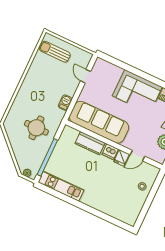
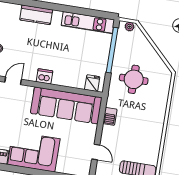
kitchen counter: (90, 143) -> (36, 15), moved, turned 180
fridge: (121, 158) -> (92, 83), moved

